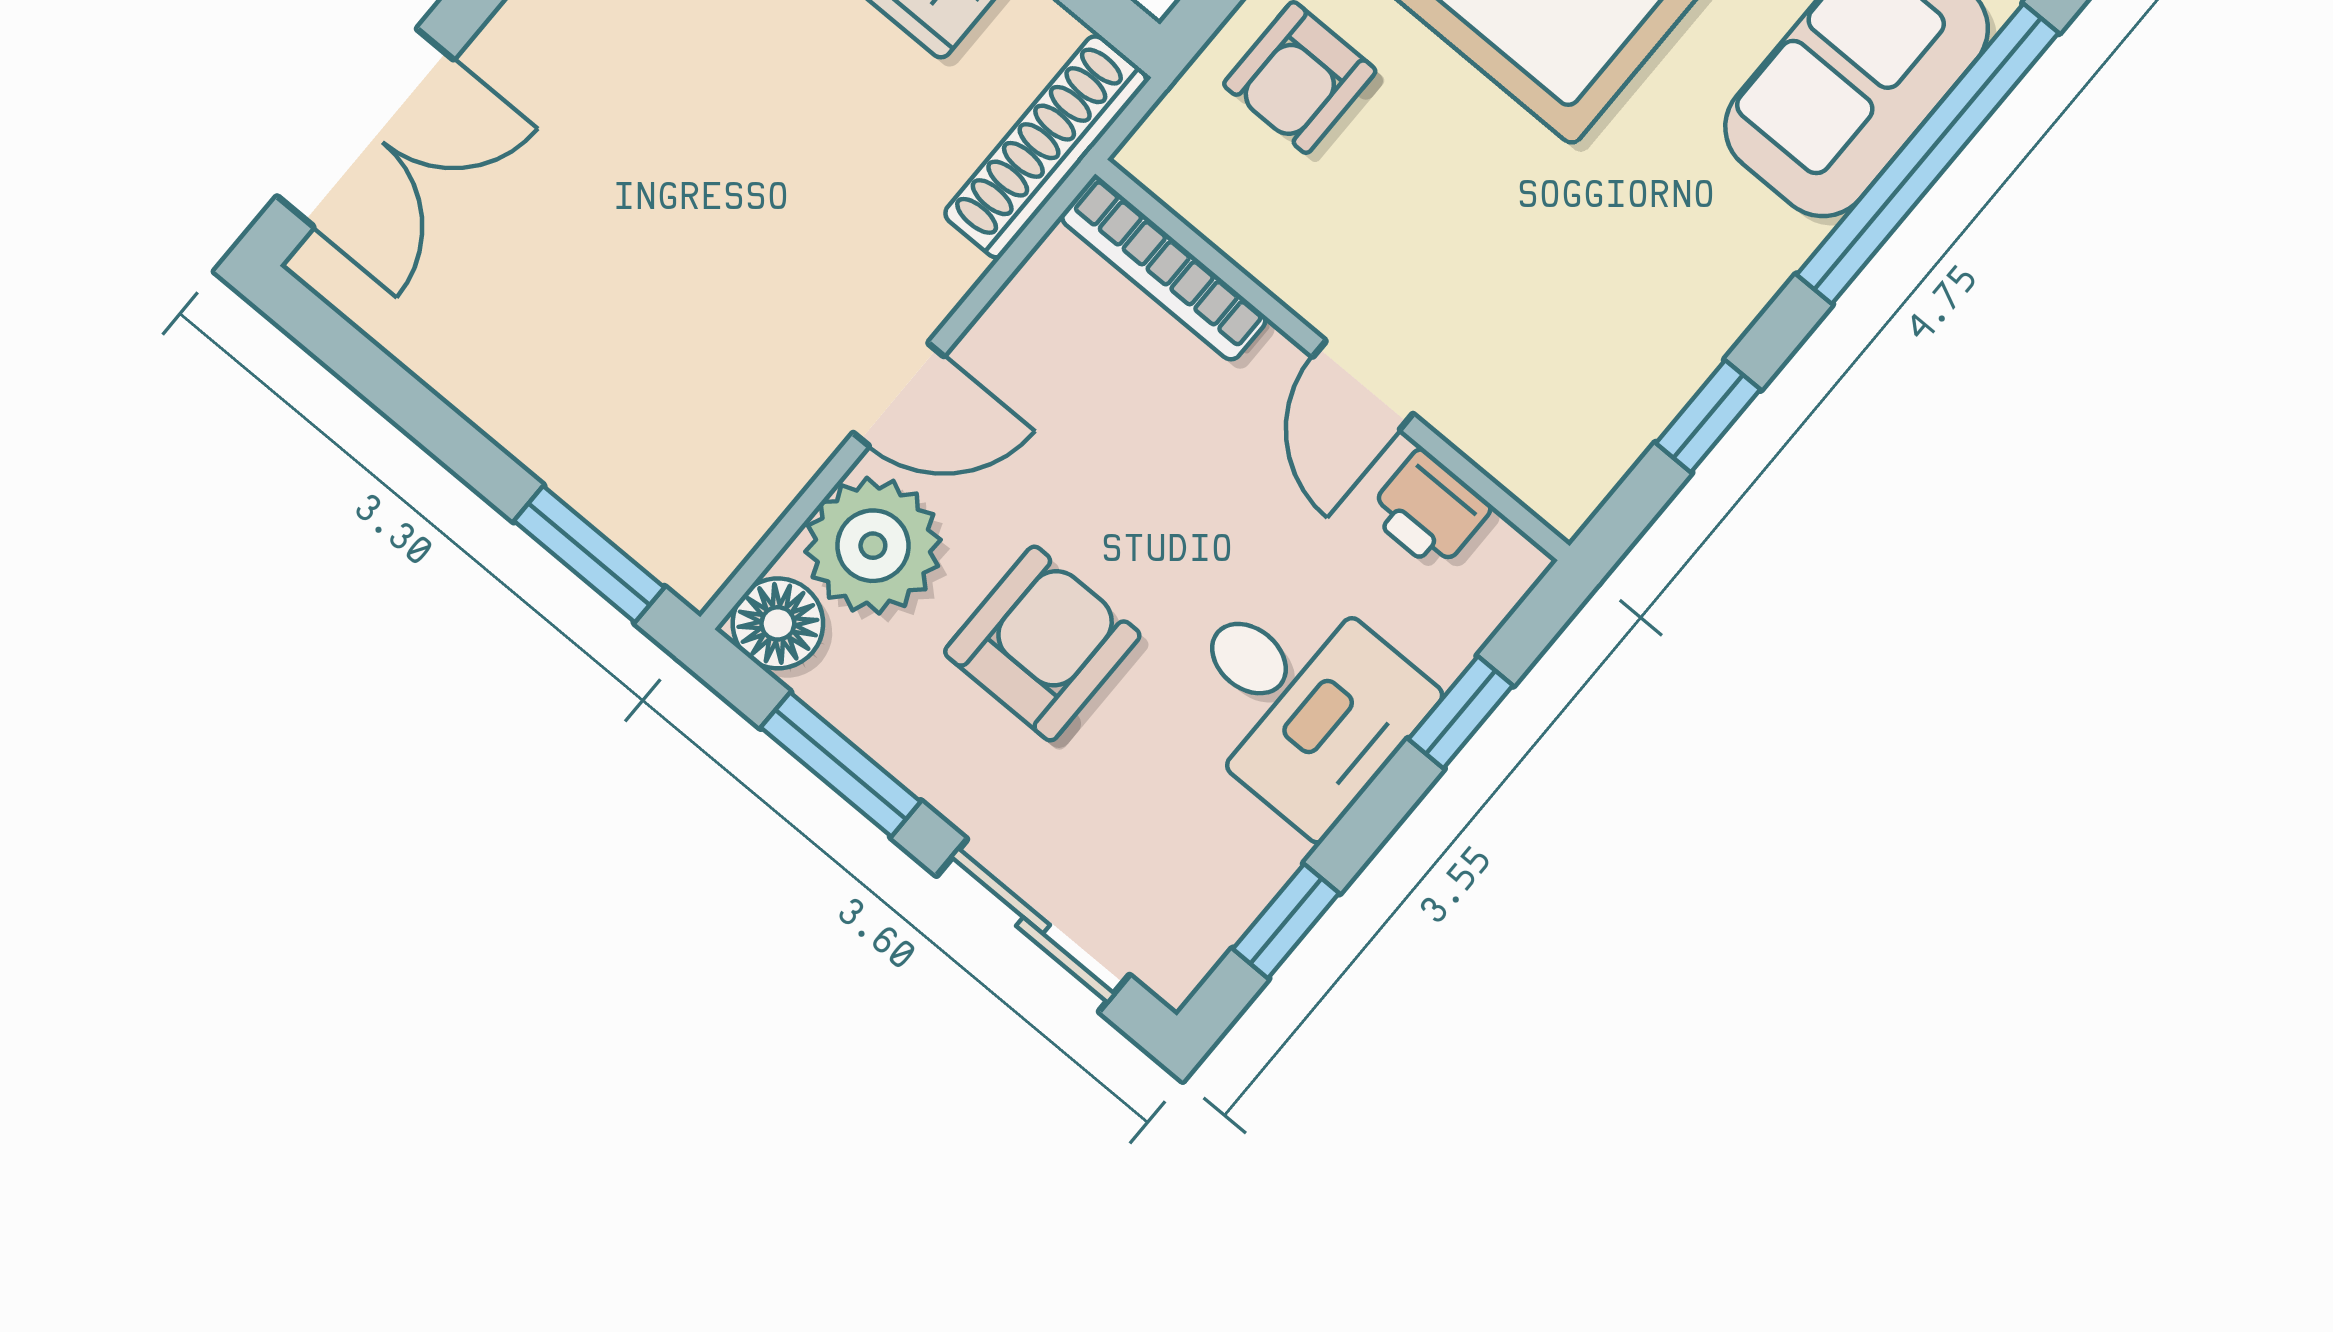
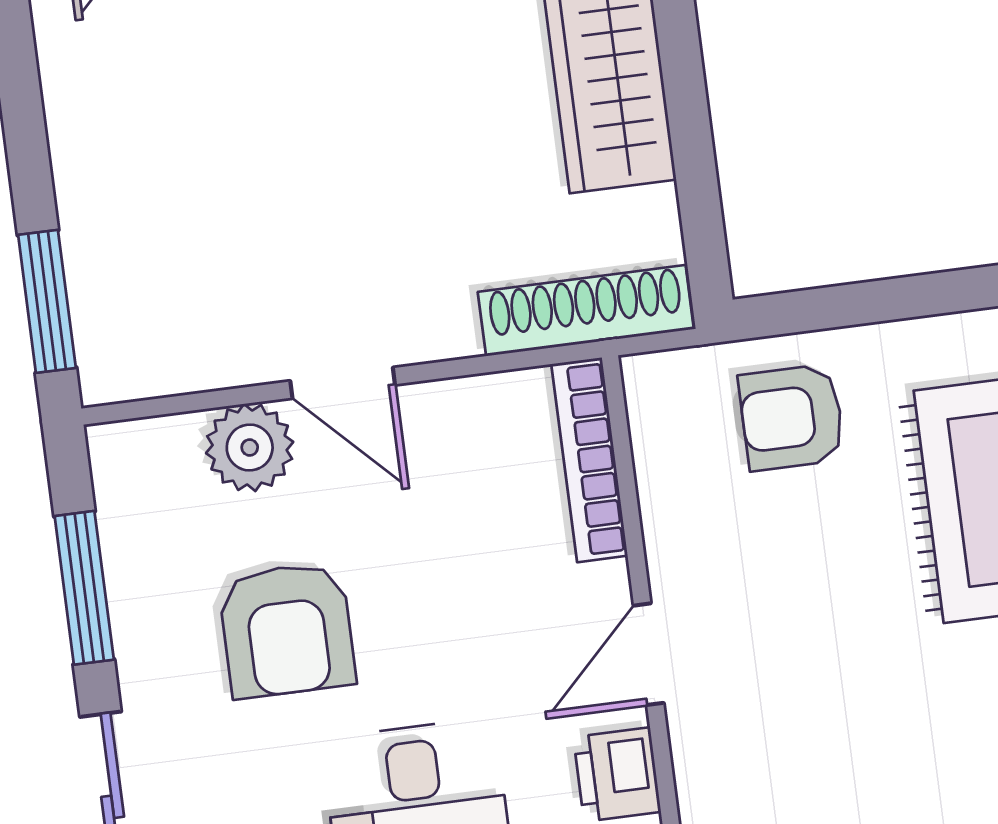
plant: (873, 546) -> (250, 448), width x0.73, depth x0.73
floor lamp: (778, 623) -> (128, 459), removed
armchair: (1042, 644) -> (287, 630), turned 90

